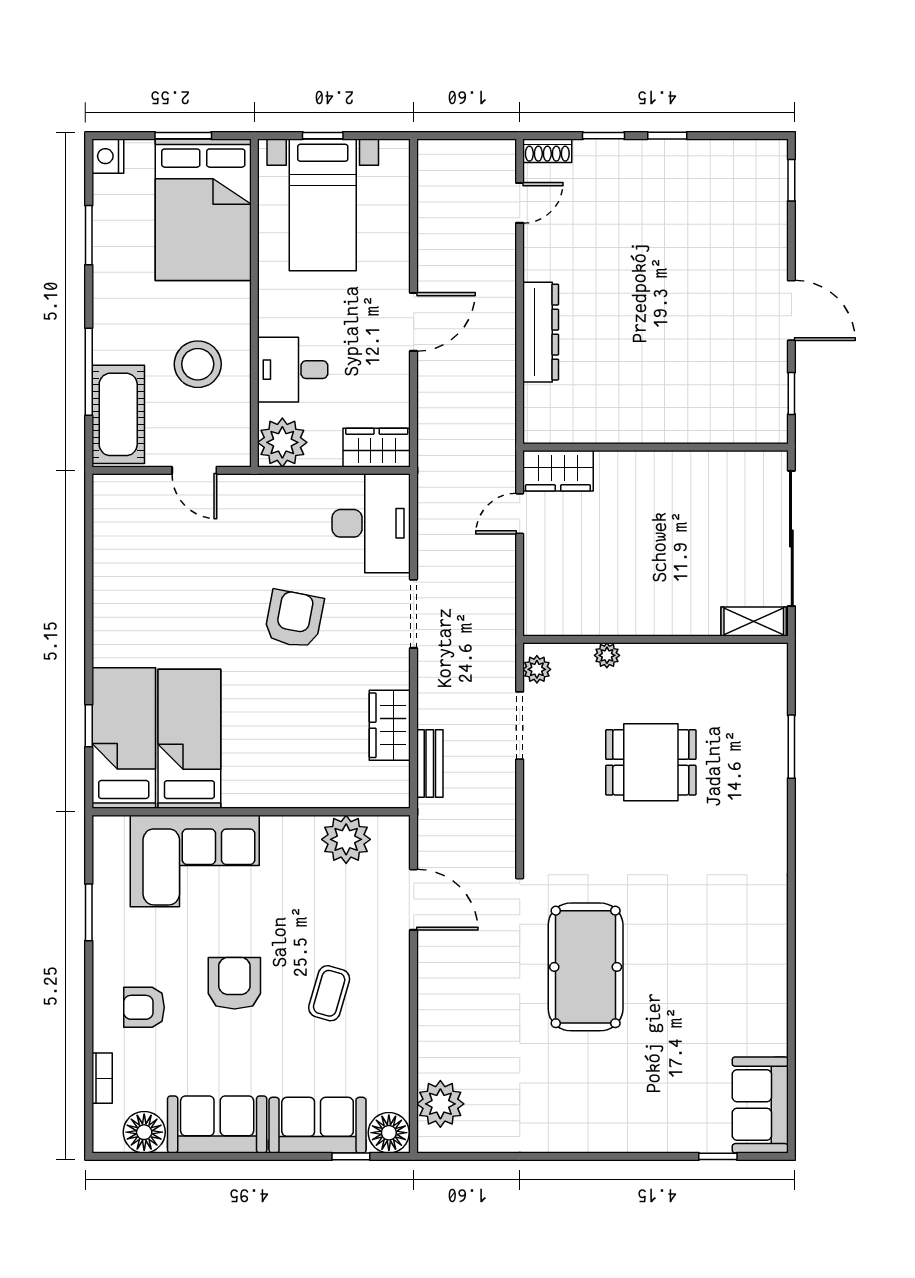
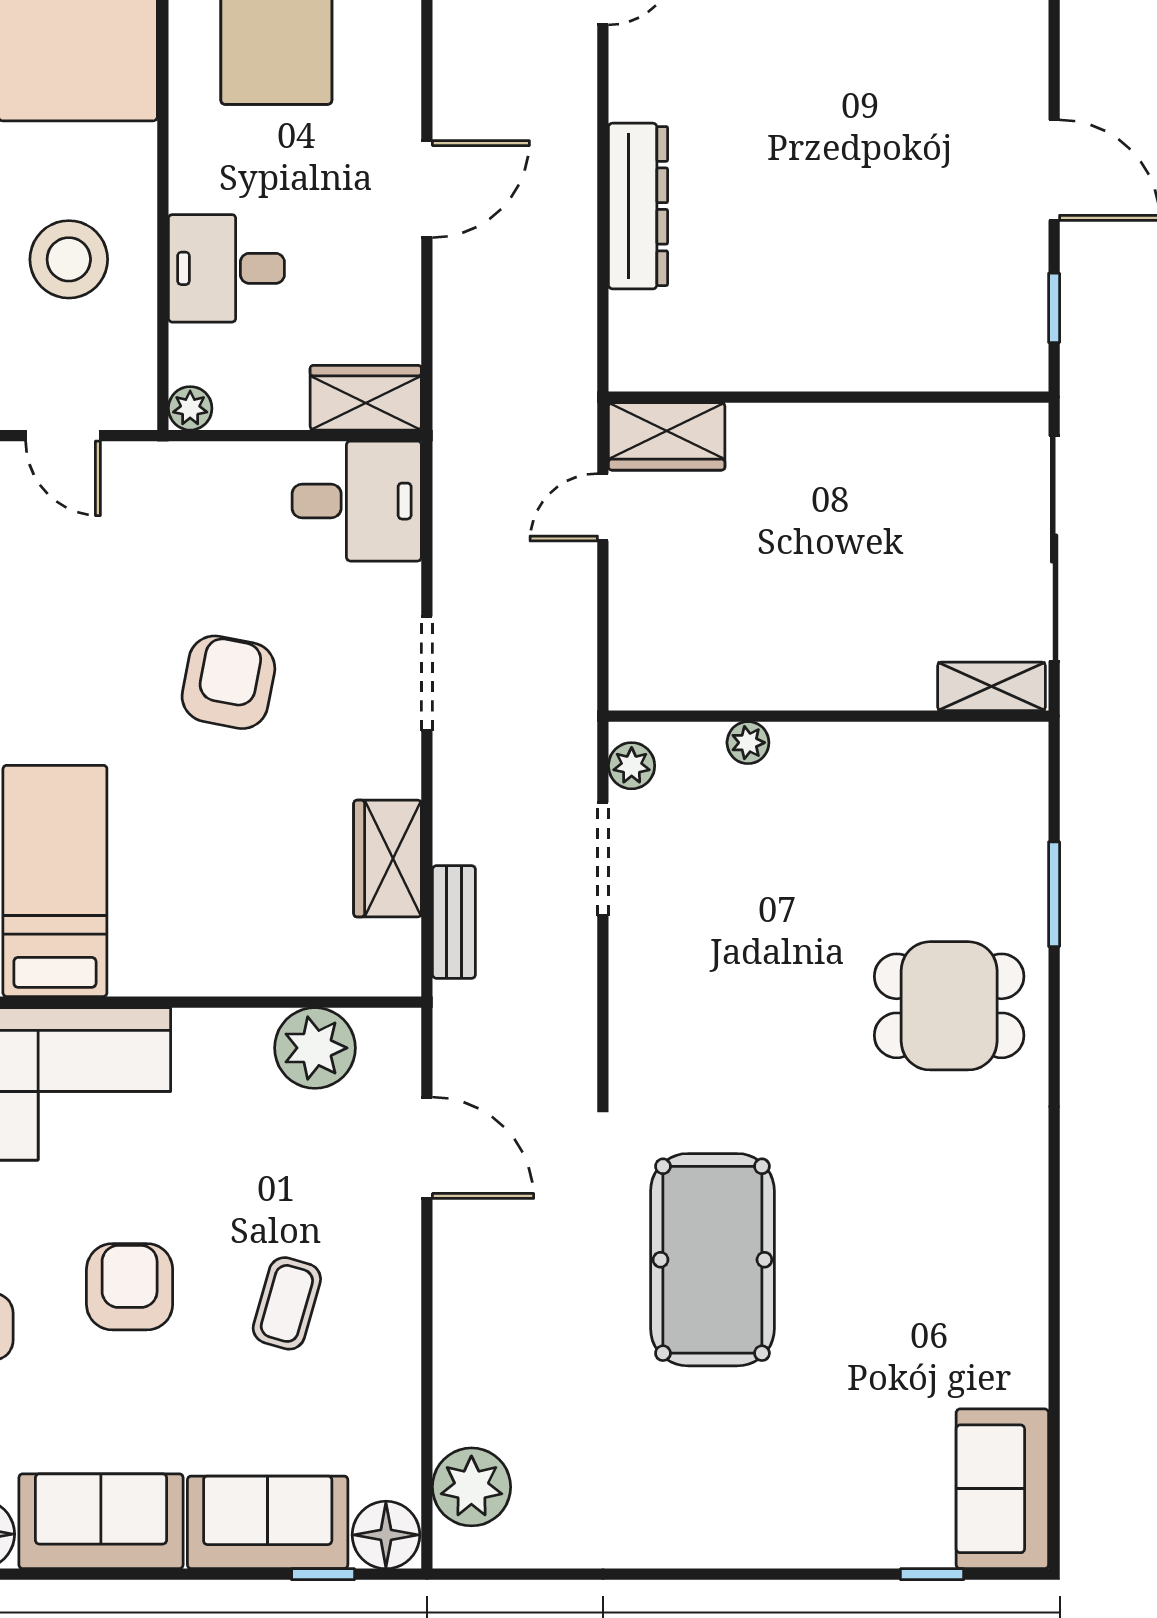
plant: (282, 442) -> (190, 408), width x0.53, depth x0.53
desk: (371, 523) -> (357, 501), width x0.73
dining table: (651, 762) -> (949, 1006), moved

